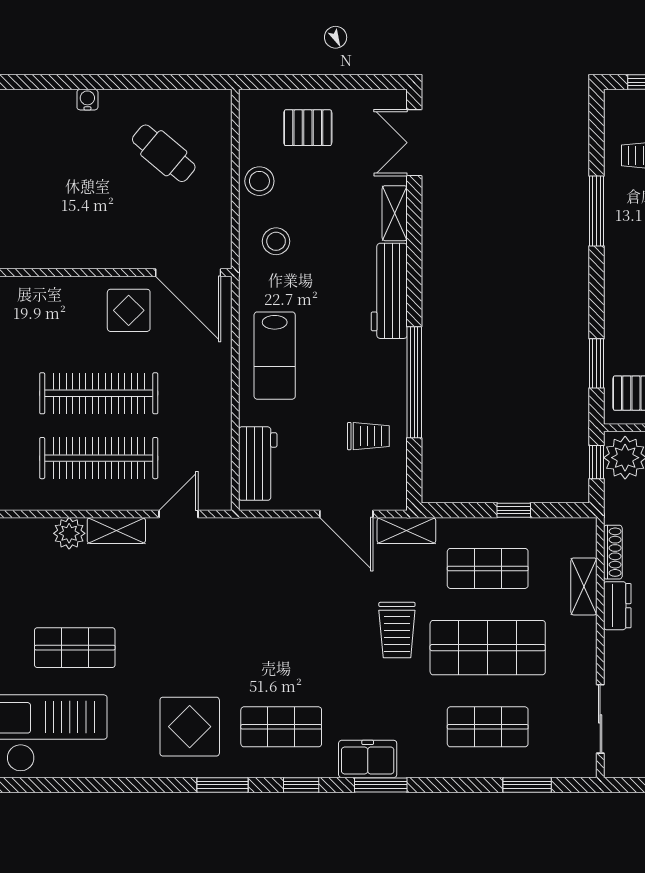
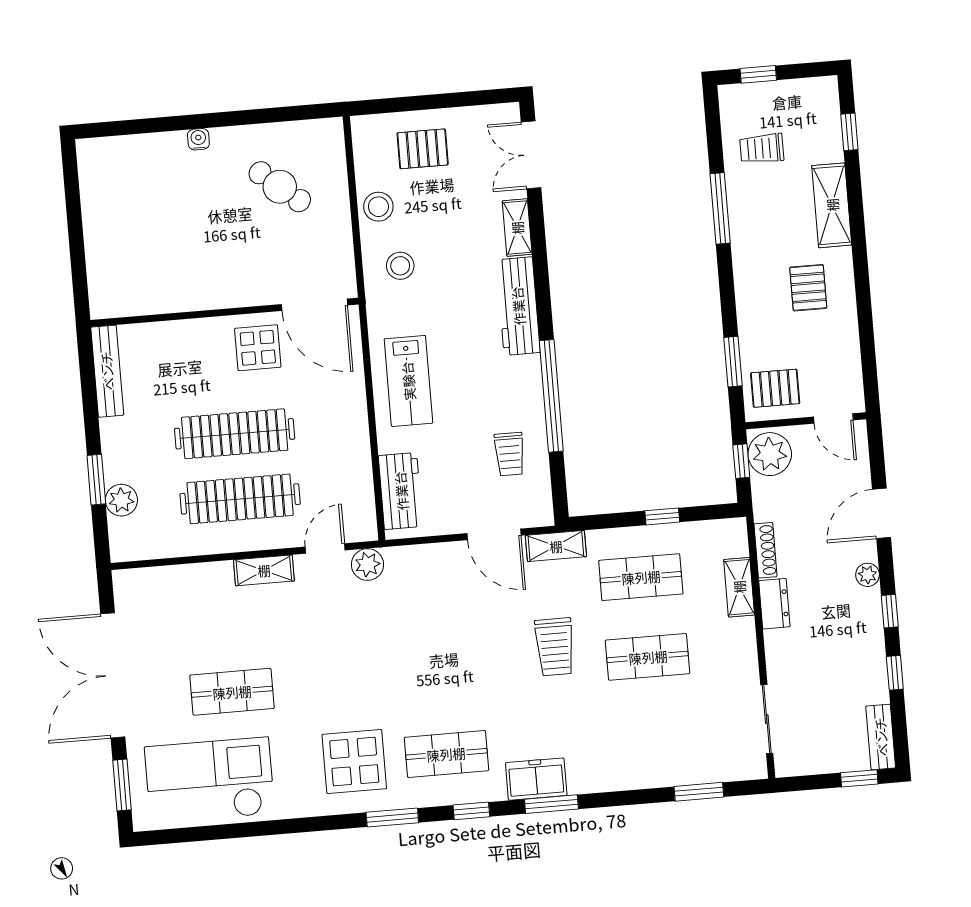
trolley: (368, 436) -> (510, 454), turned 90
plant: (69, 533) -> (367, 564), moved
shop shelf: (488, 648) -> (648, 657), width x0.70, depth x0.74
shop shelf: (488, 727) -> (654, 737), removed

